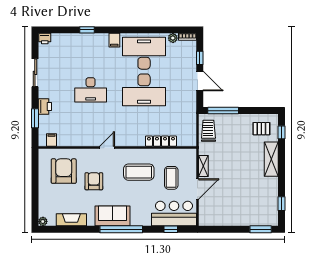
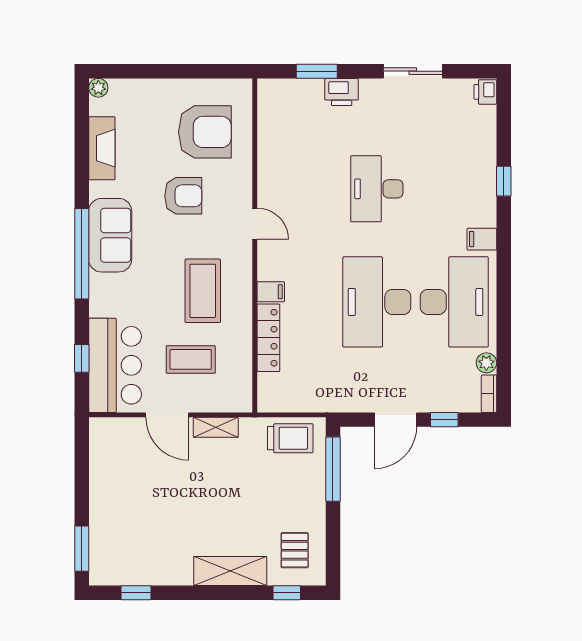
filing cabinet: (51, 140) -> (271, 292), moved

